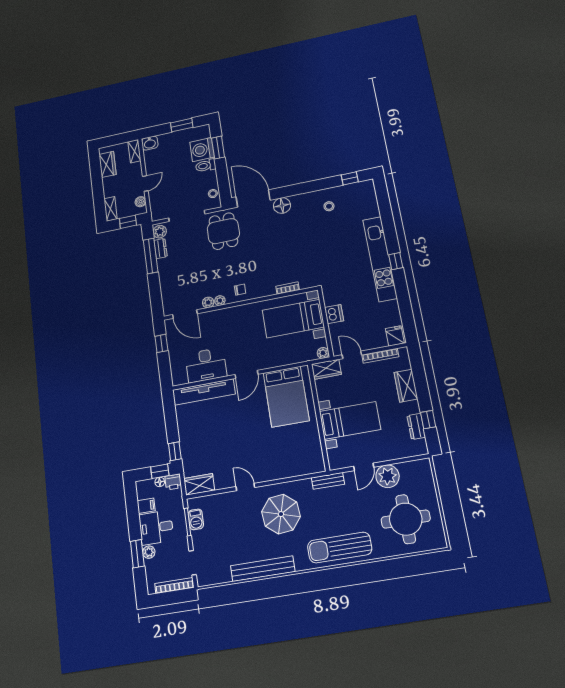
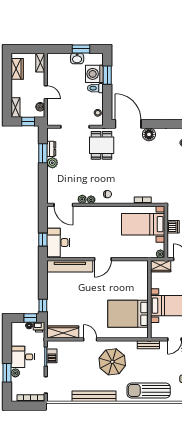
washbasin: (150, 143) -> (77, 58), moved
door: (145, 183) -> (46, 92), hinge flipped
plant: (160, 232) -> (52, 163), moved
window: (151, 256) -> (43, 153), width x0.69
window: (161, 343) -> (43, 240), moved
desk: (206, 365) -> (58, 243), moved, turned 90
bed: (286, 397) -> (128, 314), moved, turned 90
wardrobe: (199, 484) -> (63, 332), width x1.50
filing cabinet: (146, 506) -> (17, 341), removed

